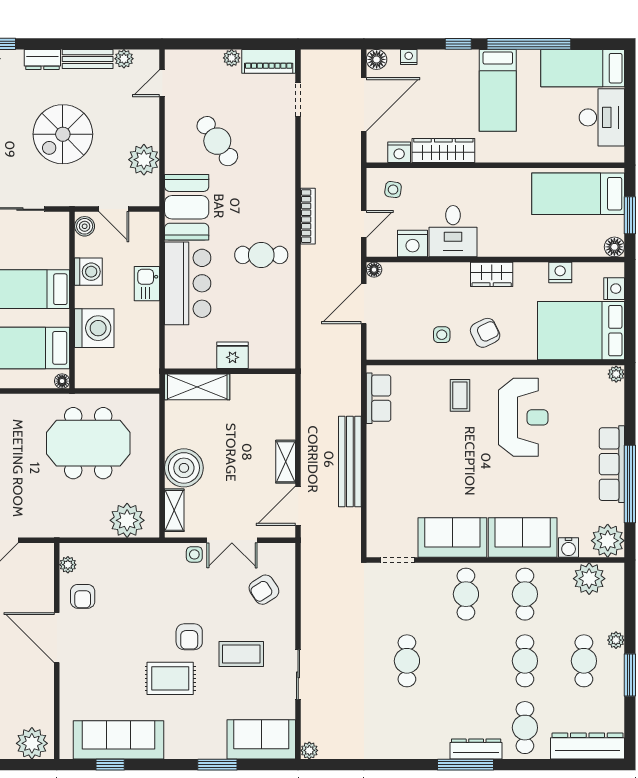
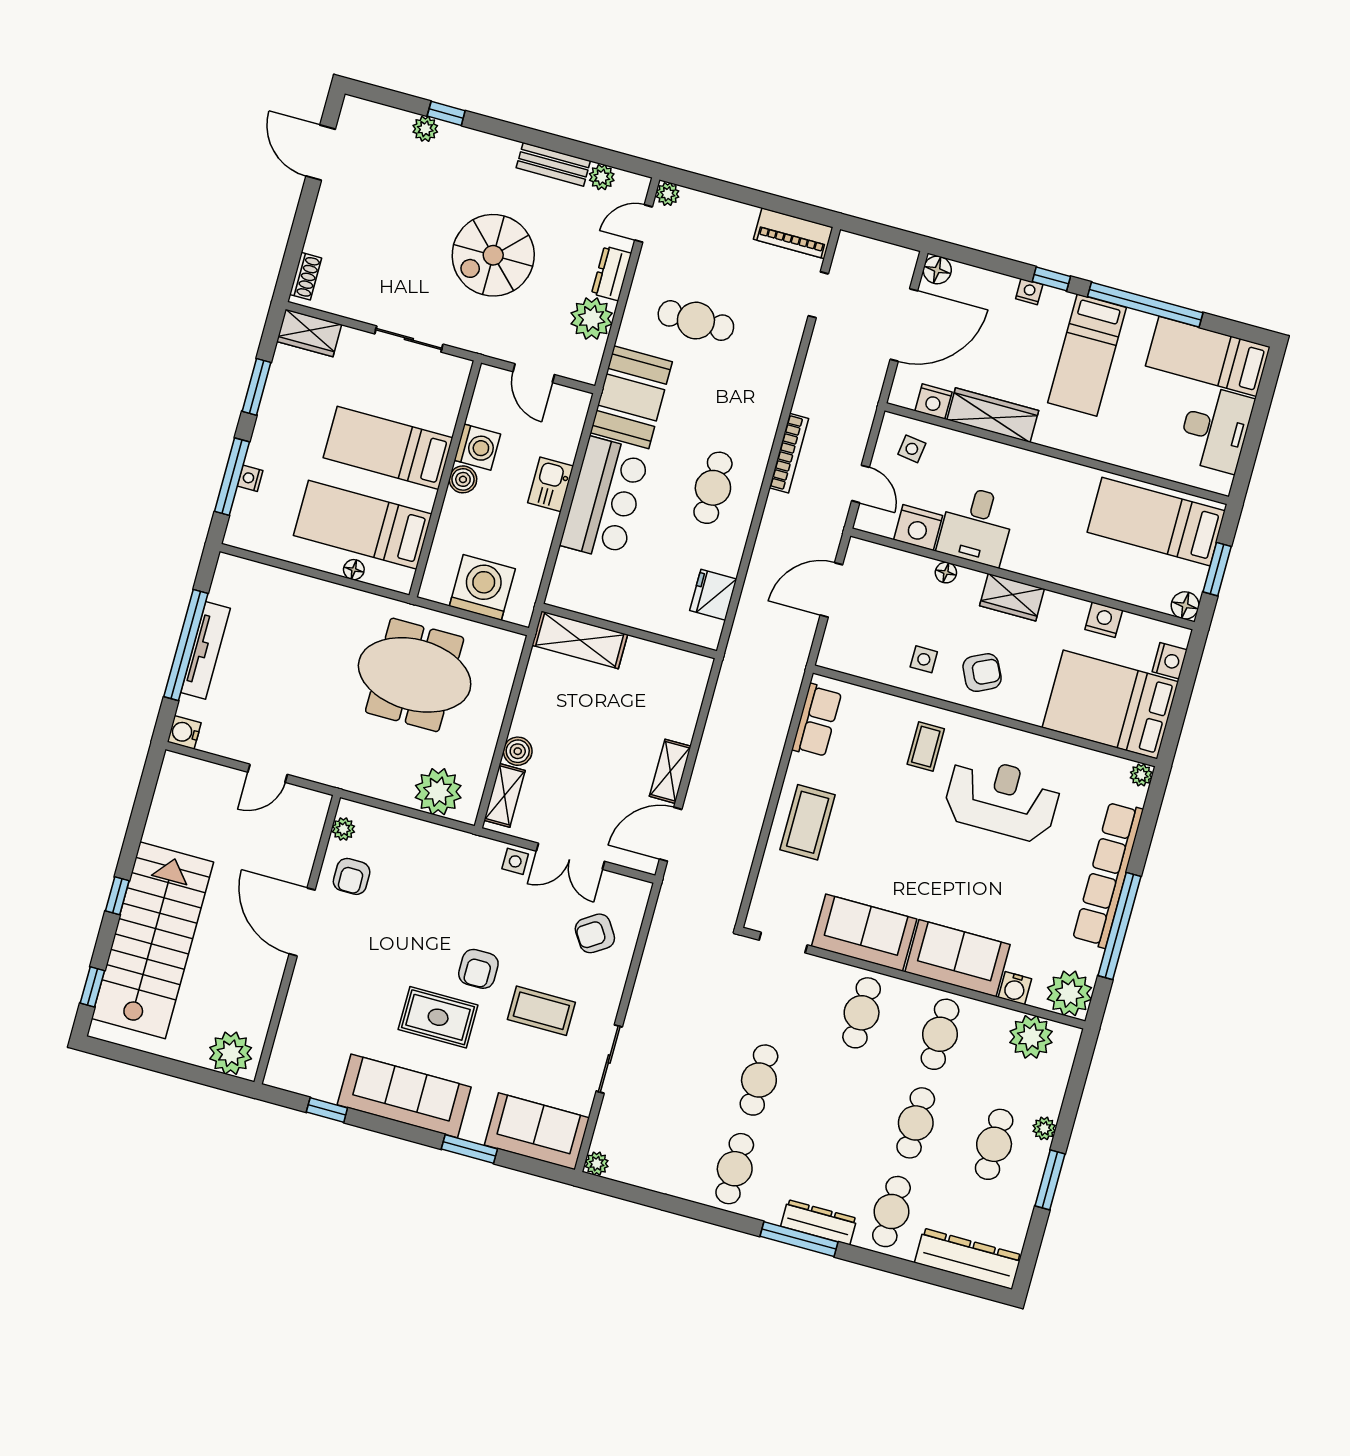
nightstand: (409, 57) -> (1029, 292), moved
plant: (232, 58) -> (668, 194), moved
dresser: (42, 60) -> (612, 273), moved, turned 90
cafe table: (217, 141) -> (696, 321), turned -55
door: (364, 224) -> (860, 484), hinge flipped
boiler: (85, 226) -> (463, 479), moved
cafe table: (261, 255) -> (713, 488), turned 90
floor lamp: (374, 270) -> (946, 573), moved
washing machine: (94, 328) -> (482, 587), moved, turned -90
fridge: (233, 355) -> (713, 595), moved, turned -90
floor lamp: (62, 381) -> (354, 570), moved
reception desk: (523, 417) -> (1002, 799), turned -90
bench: (350, 461) -> (756, 794), removed
row of seats: (612, 464) -> (1108, 874), width x1.36
boiler: (184, 468) -> (518, 751), width x0.54, depth x0.54
coffee table: (392, 471) -> (808, 822), added
cafe table: (407, 728) -> (735, 1169), added
sofa: (118, 740) -> (404, 1096), moved

